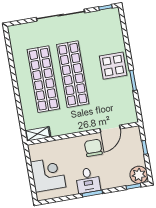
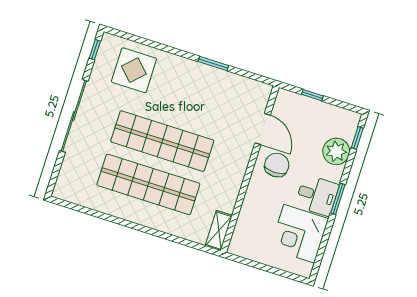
display table: (113, 66) -> (134, 70), moved
chair: (93, 148) -> (277, 165), turned 90
corner desk: (48, 174) -> (299, 234), moved, turned -90
plant: (139, 175) -> (336, 151), moved

